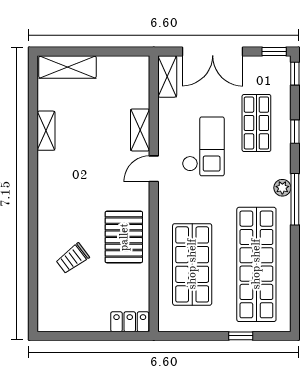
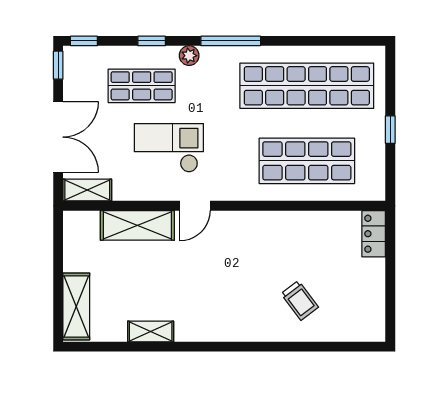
shelving: (140, 130) -> (137, 225), width x1.50, depth x1.33
door: (154, 169) -> (195, 206), hinge flipped
plant: (282, 188) -> (189, 56), moved
pallet: (124, 237) -> (275, 241), removed
window: (241, 336) -> (390, 130), moved

